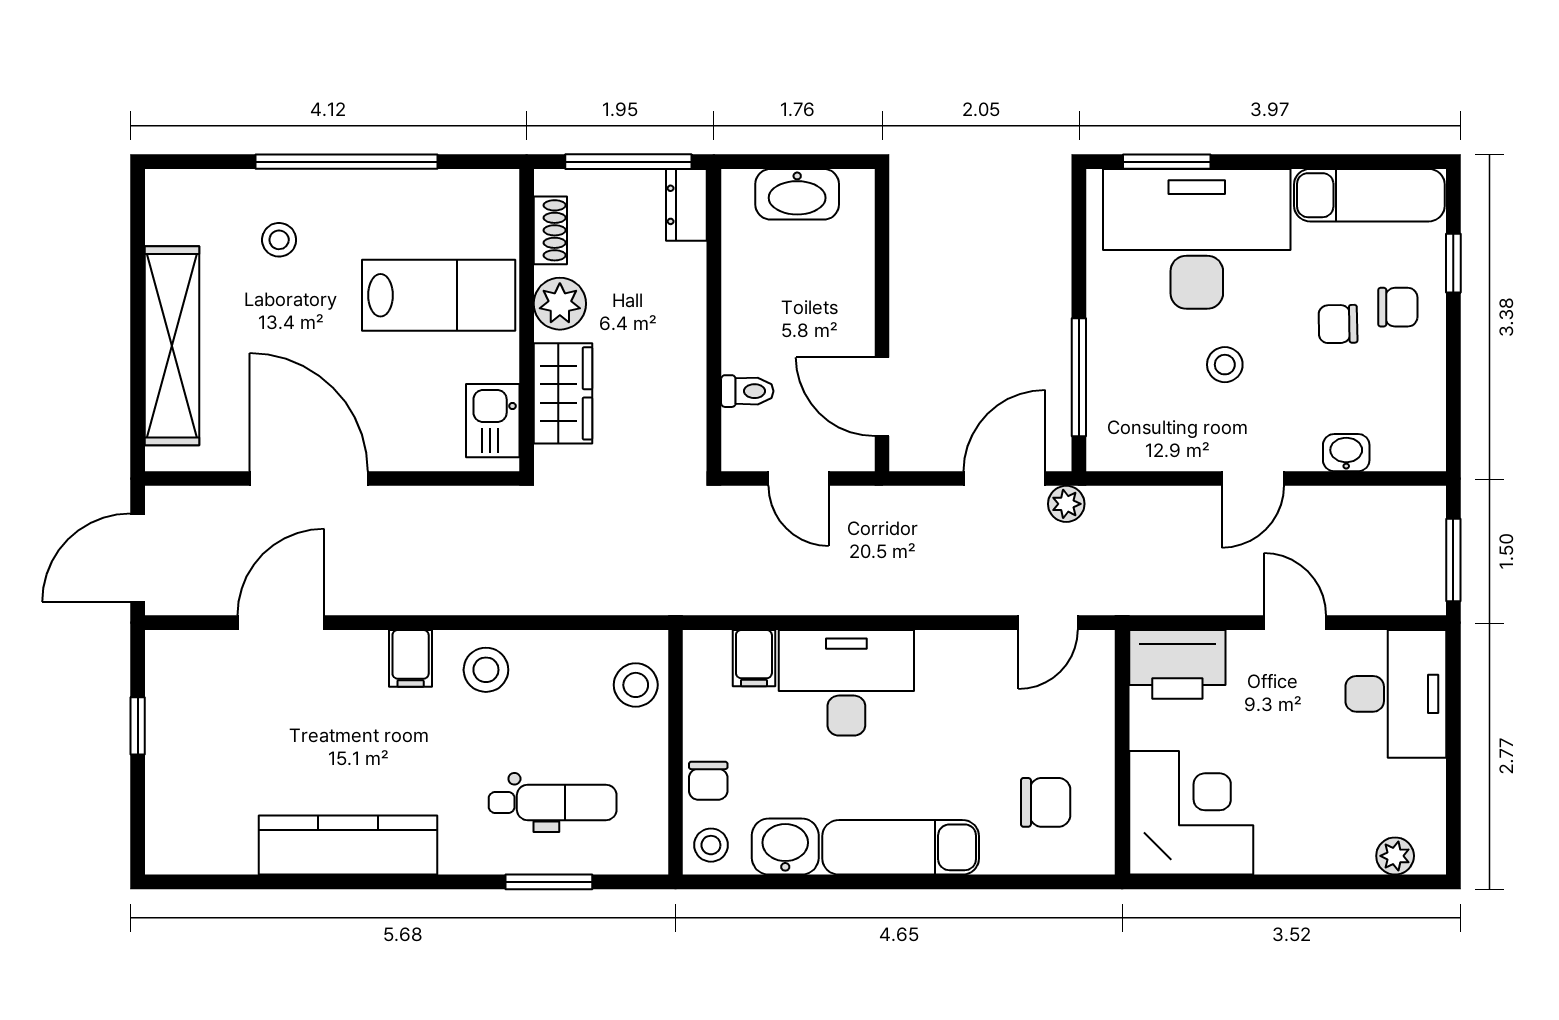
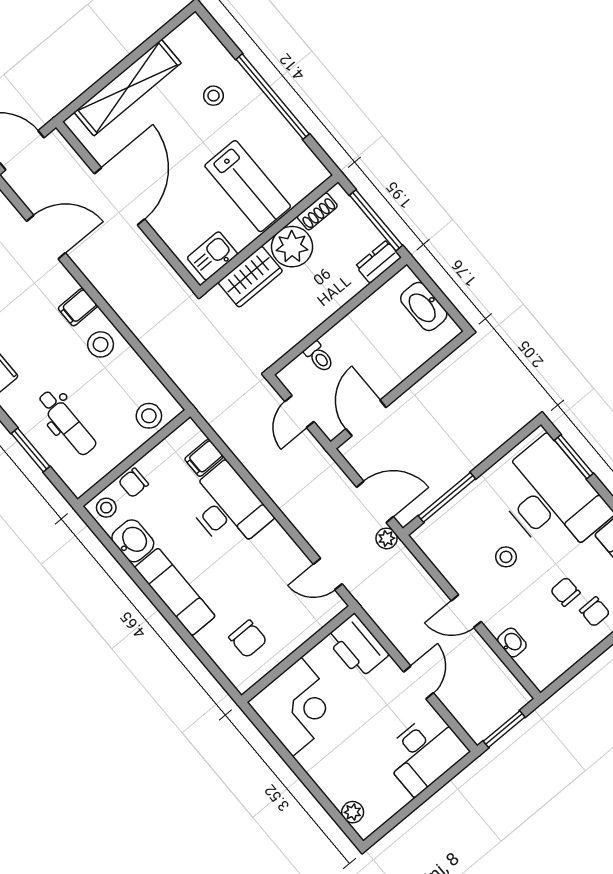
plant: (560, 304) -> (292, 247), width x1.36, depth x1.36

